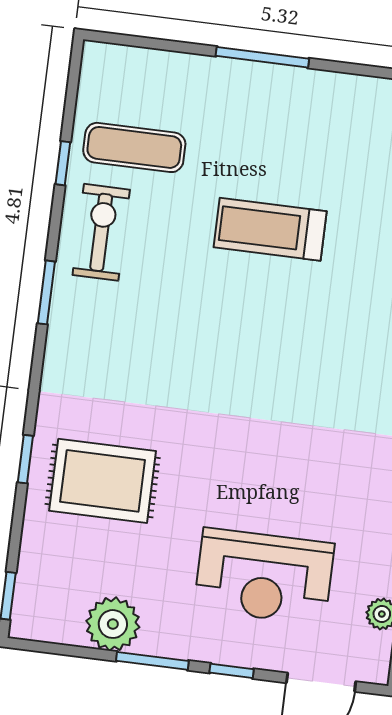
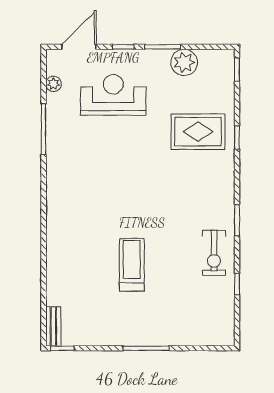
exercise mat: (134, 147) -> (203, 296), removed
treadmill: (270, 229) -> (132, 265), turned -90

